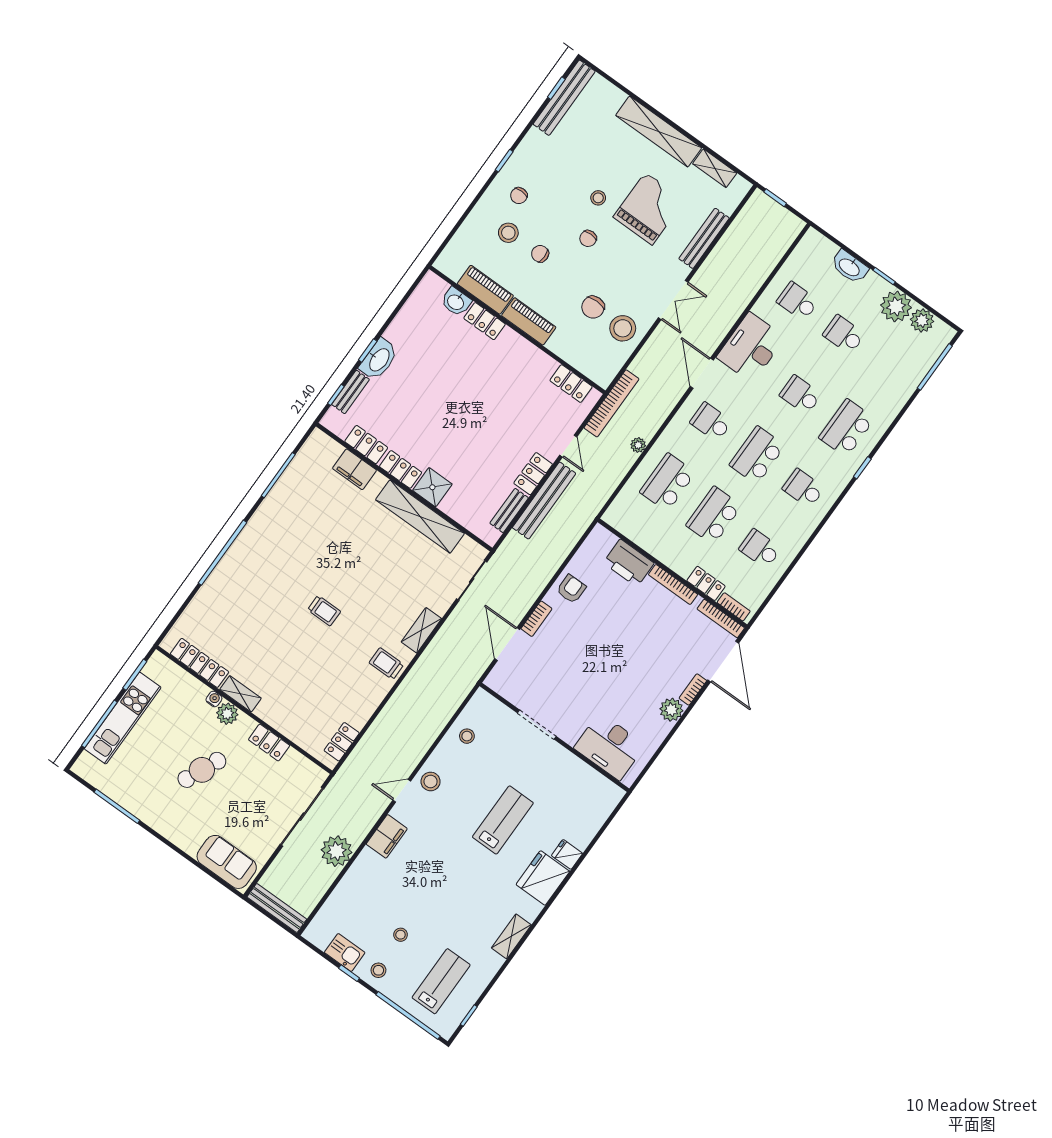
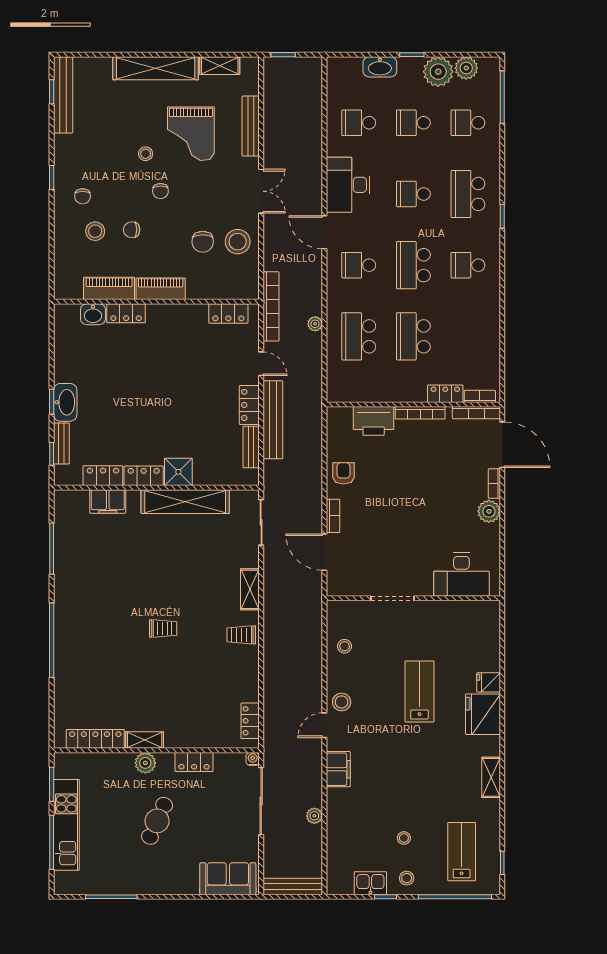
grand piano: (649, 209) -> (191, 134), turned 180
school desk: (760, 549) -> (468, 123), moved
water cooler: (214, 699) -> (253, 759), moved
plant: (337, 851) -> (314, 816), width x0.53, depth x0.53

